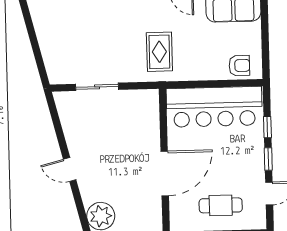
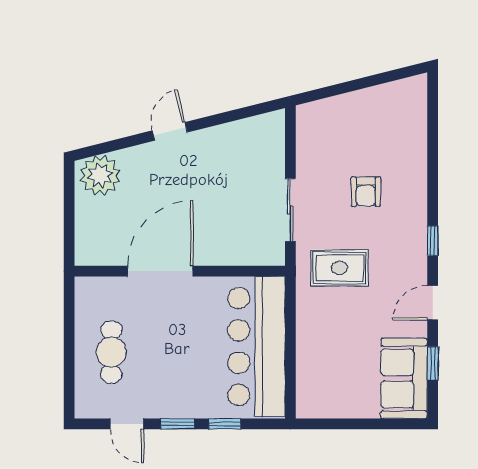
armchair: (239, 66) -> (366, 192), moved
sliding door: (97, 87) -> (290, 210), moved
door: (165, 174) -> (160, 271), swing flipped

